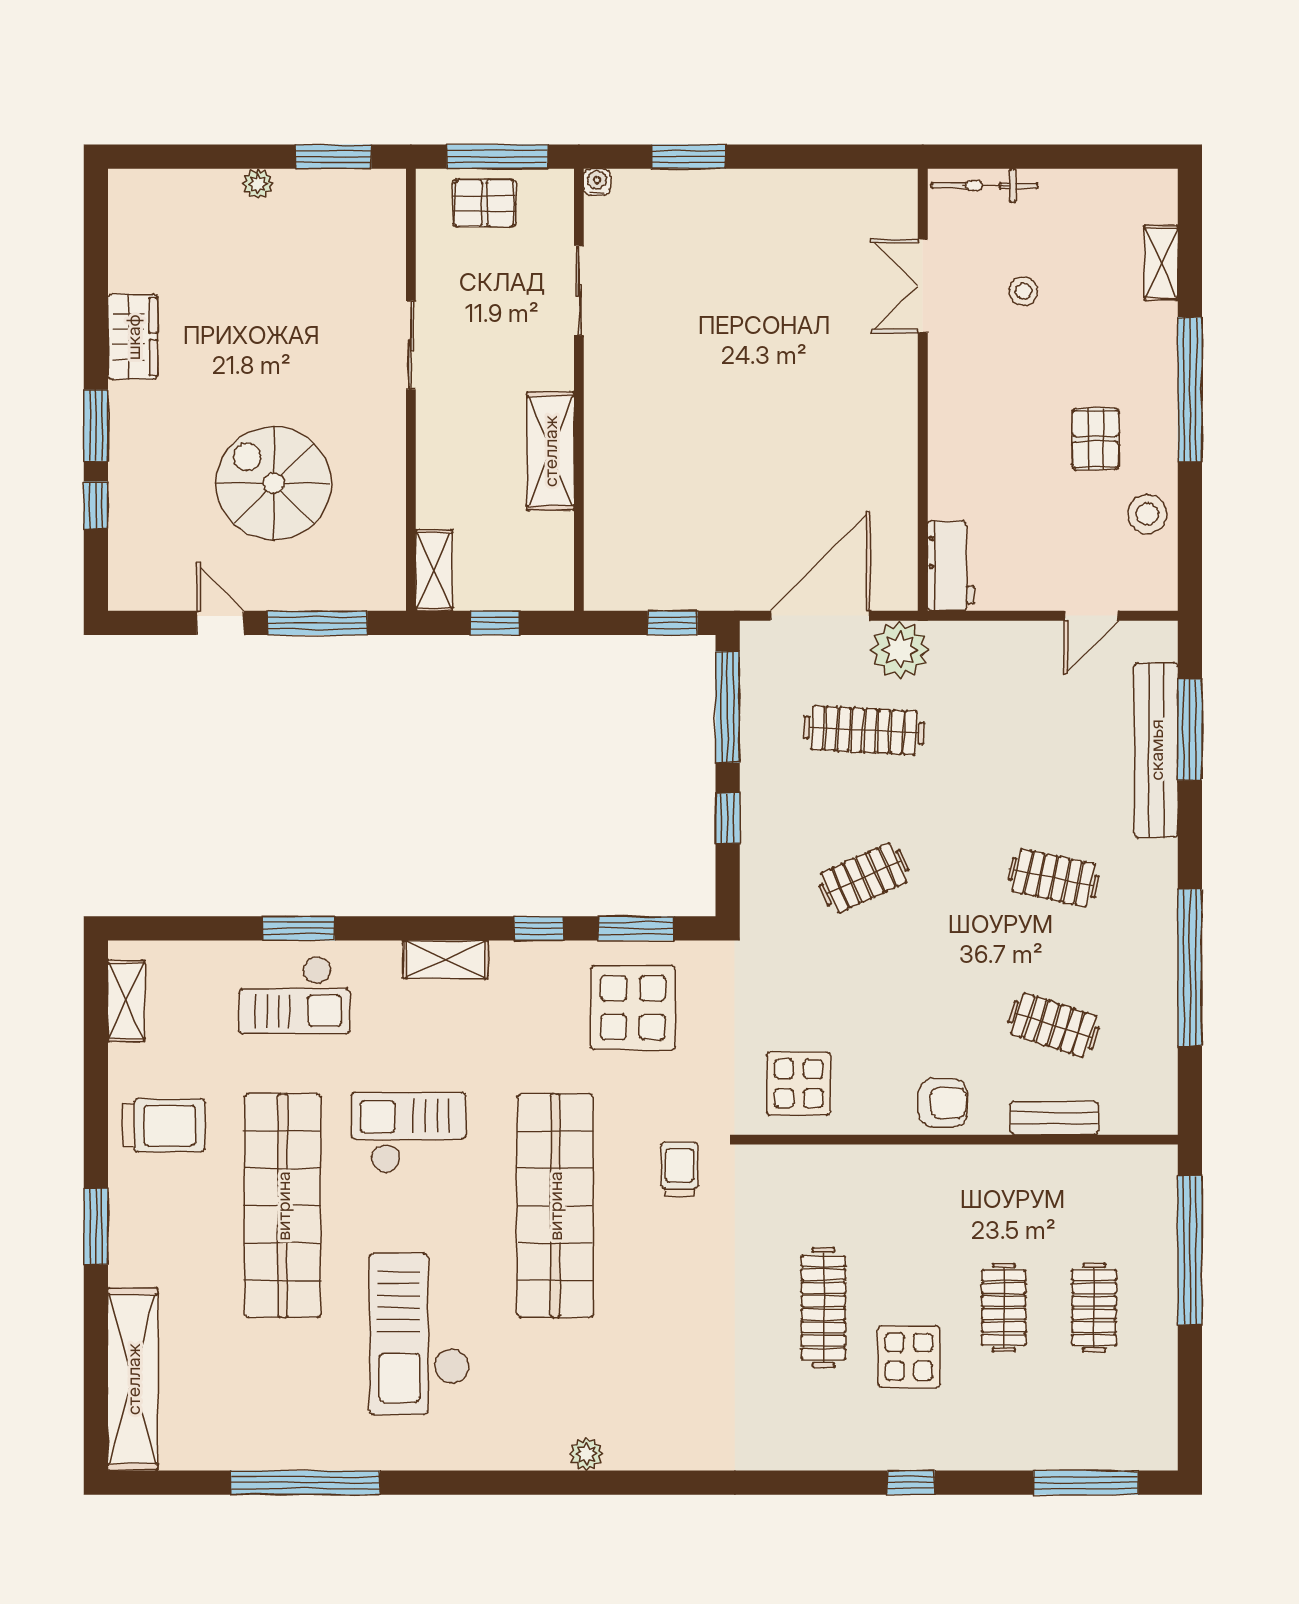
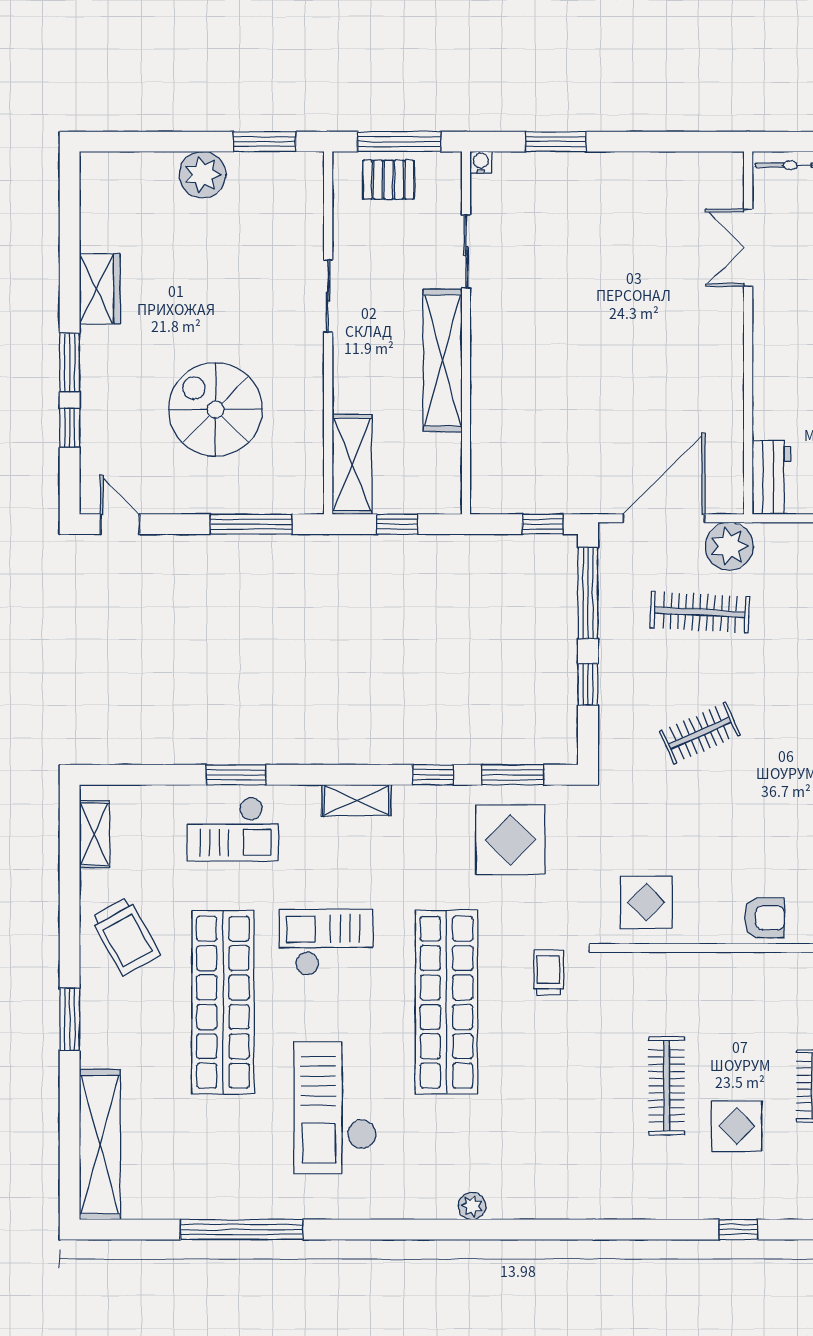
plant: (258, 184) -> (203, 175), width x1.88, depth x1.88
shelving: (550, 451) -> (443, 360), width x1.47
shelving: (434, 570) -> (352, 464), width x1.50, depth x1.33
door: (220, 623) -> (120, 524), moved
trolley: (164, 1125) -> (125, 936), turned 61

